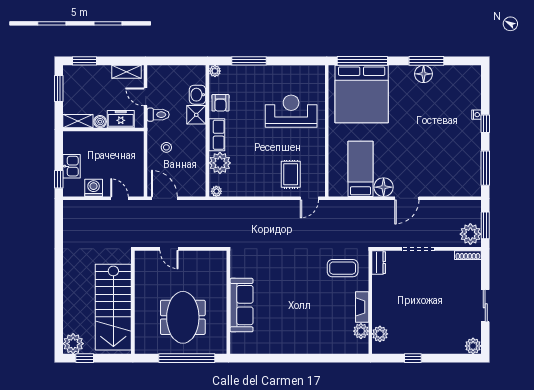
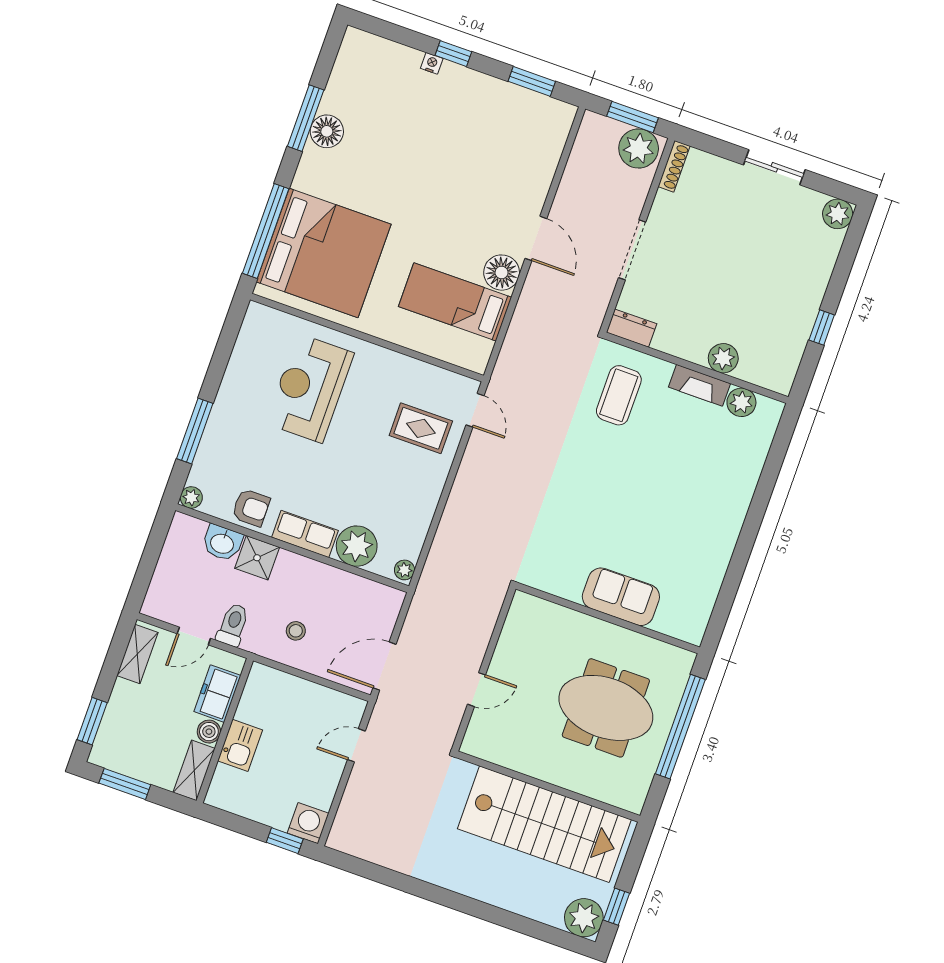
kitchen sink: (72, 166) -> (240, 745), moved, turned 90
window: (485, 168) -> (532, 81), width x0.69
washing machine: (94, 188) -> (308, 823), moved, turned 90
sofa: (242, 305) -> (621, 597), width x0.73
plant: (380, 334) -> (723, 358), moved

